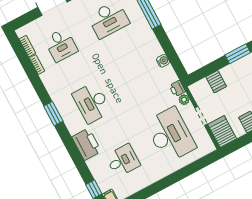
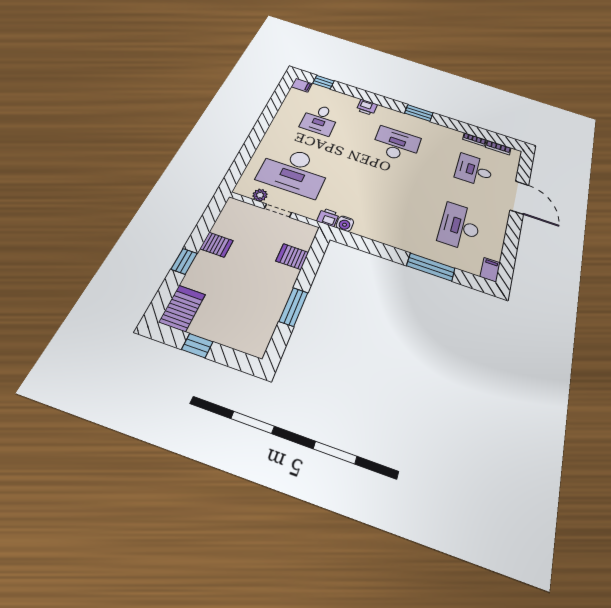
water cooler: (163, 61) -> (345, 224), moved
plant: (184, 100) -> (260, 195), moved
server rack: (222, 131) -> (240, 213), removed
printer: (87, 144) -> (367, 107), width x0.53, depth x0.68

